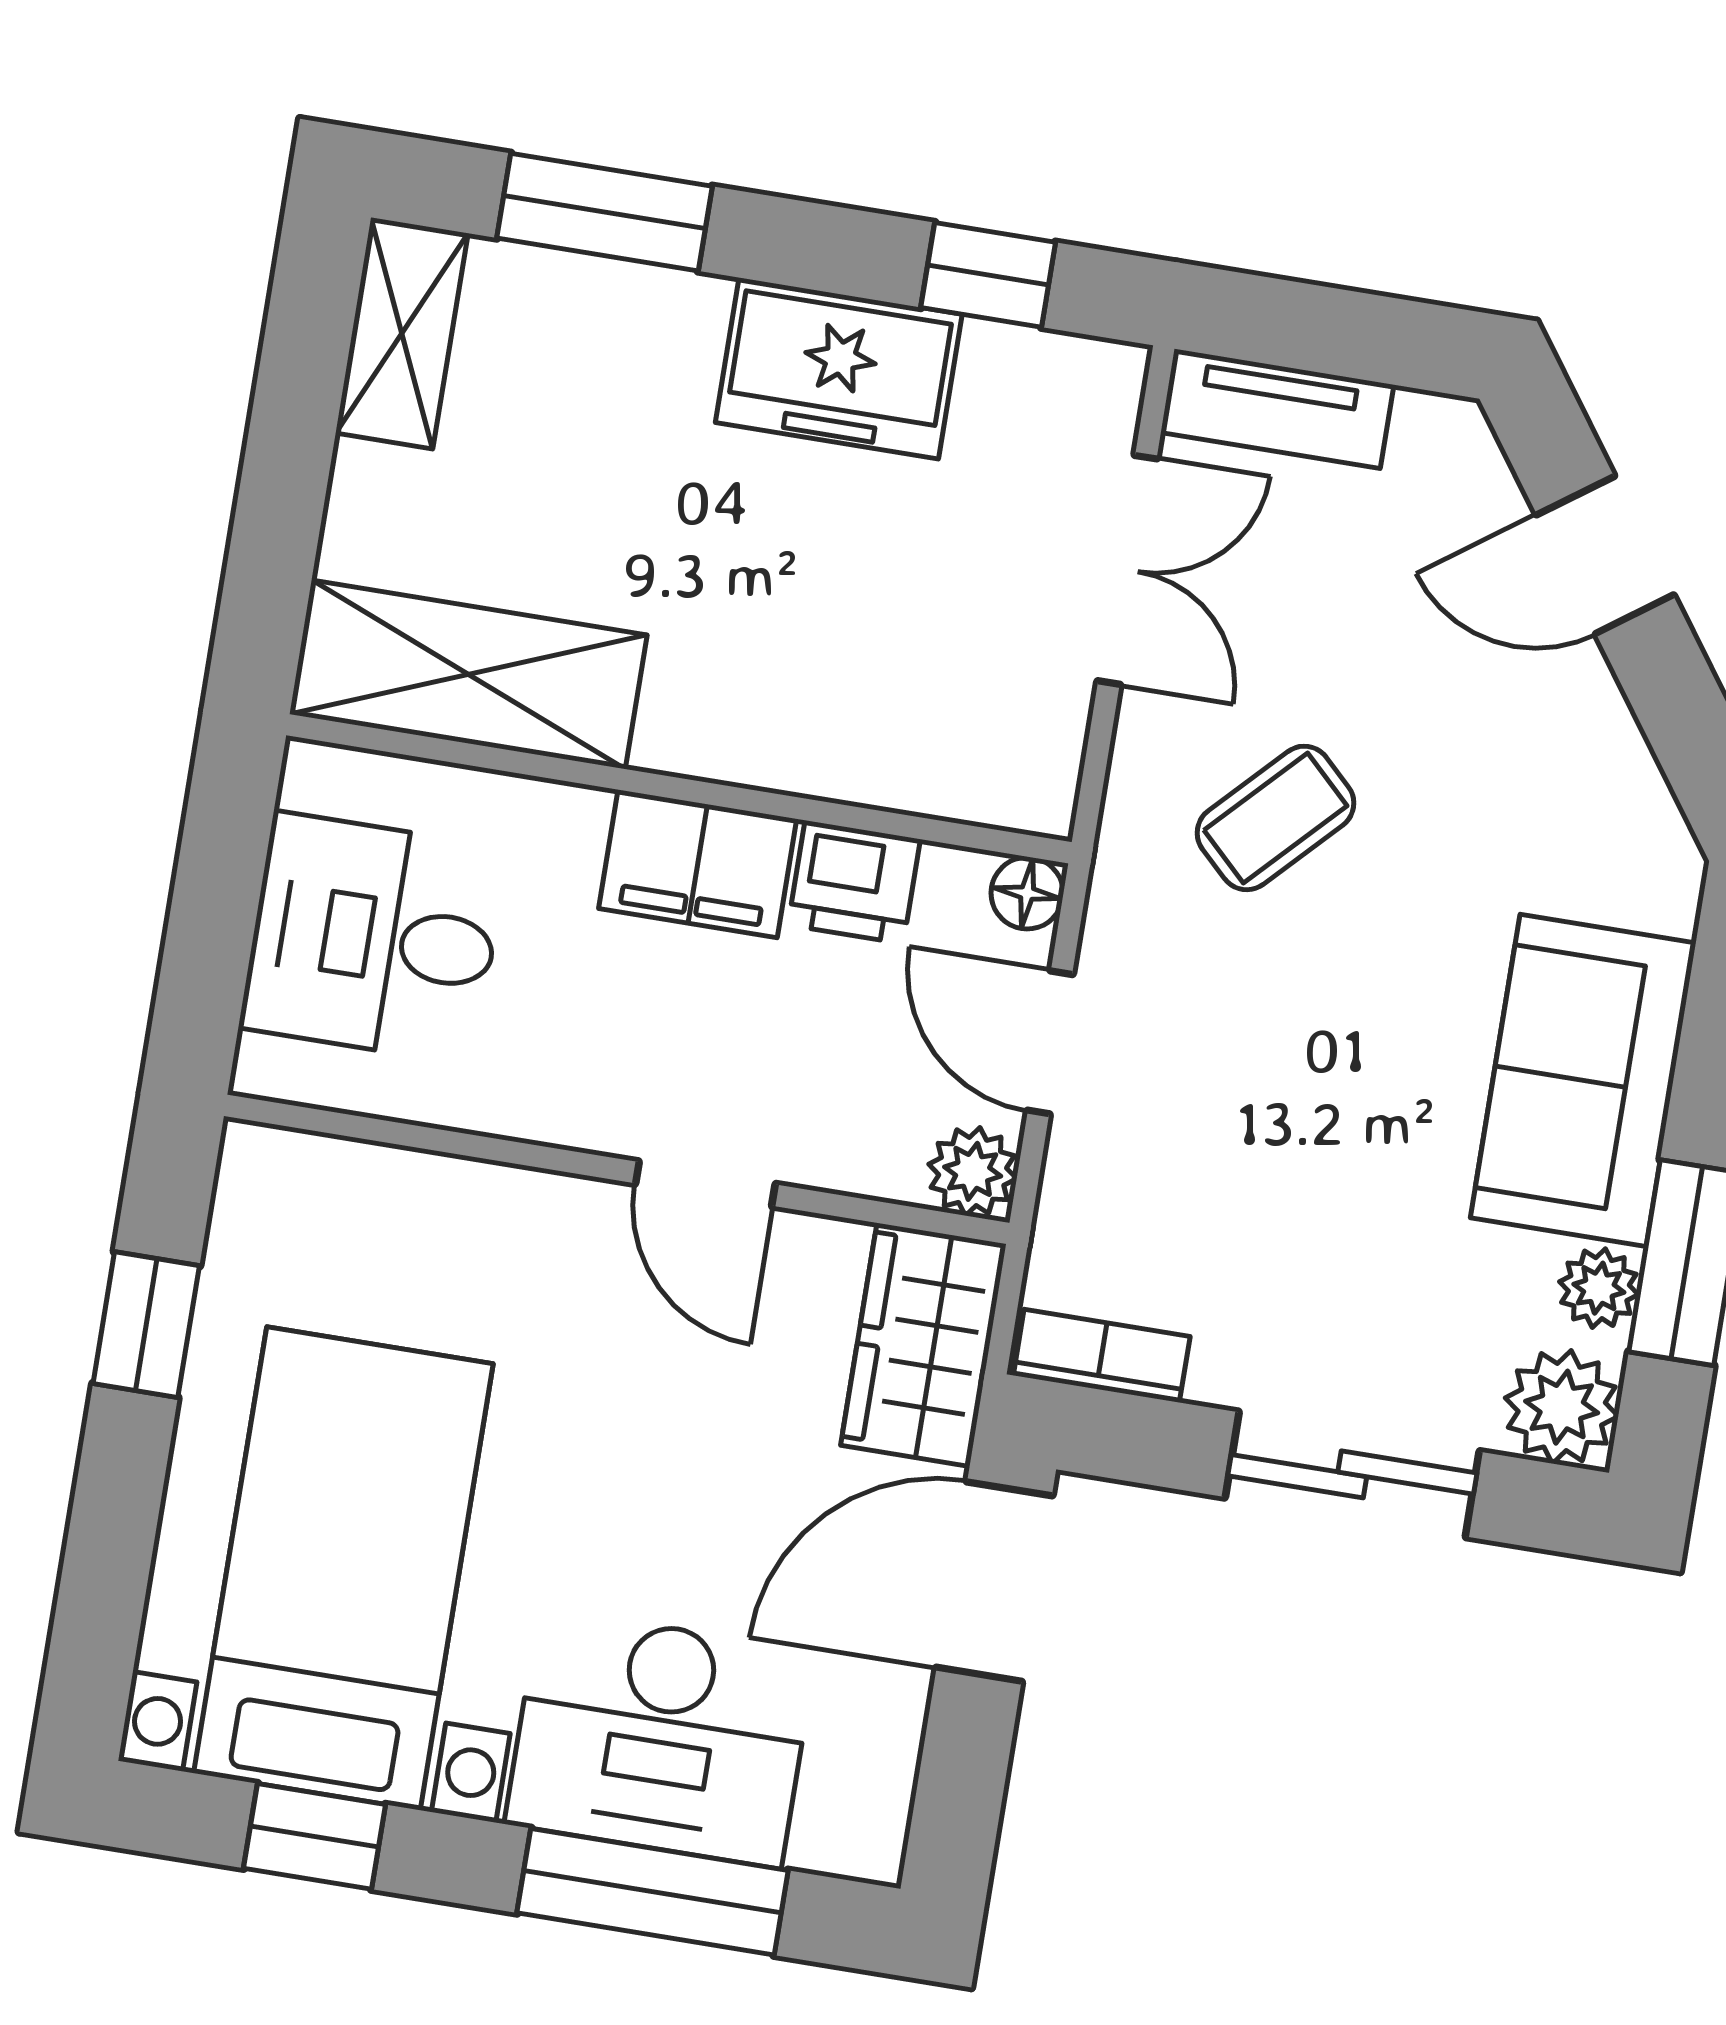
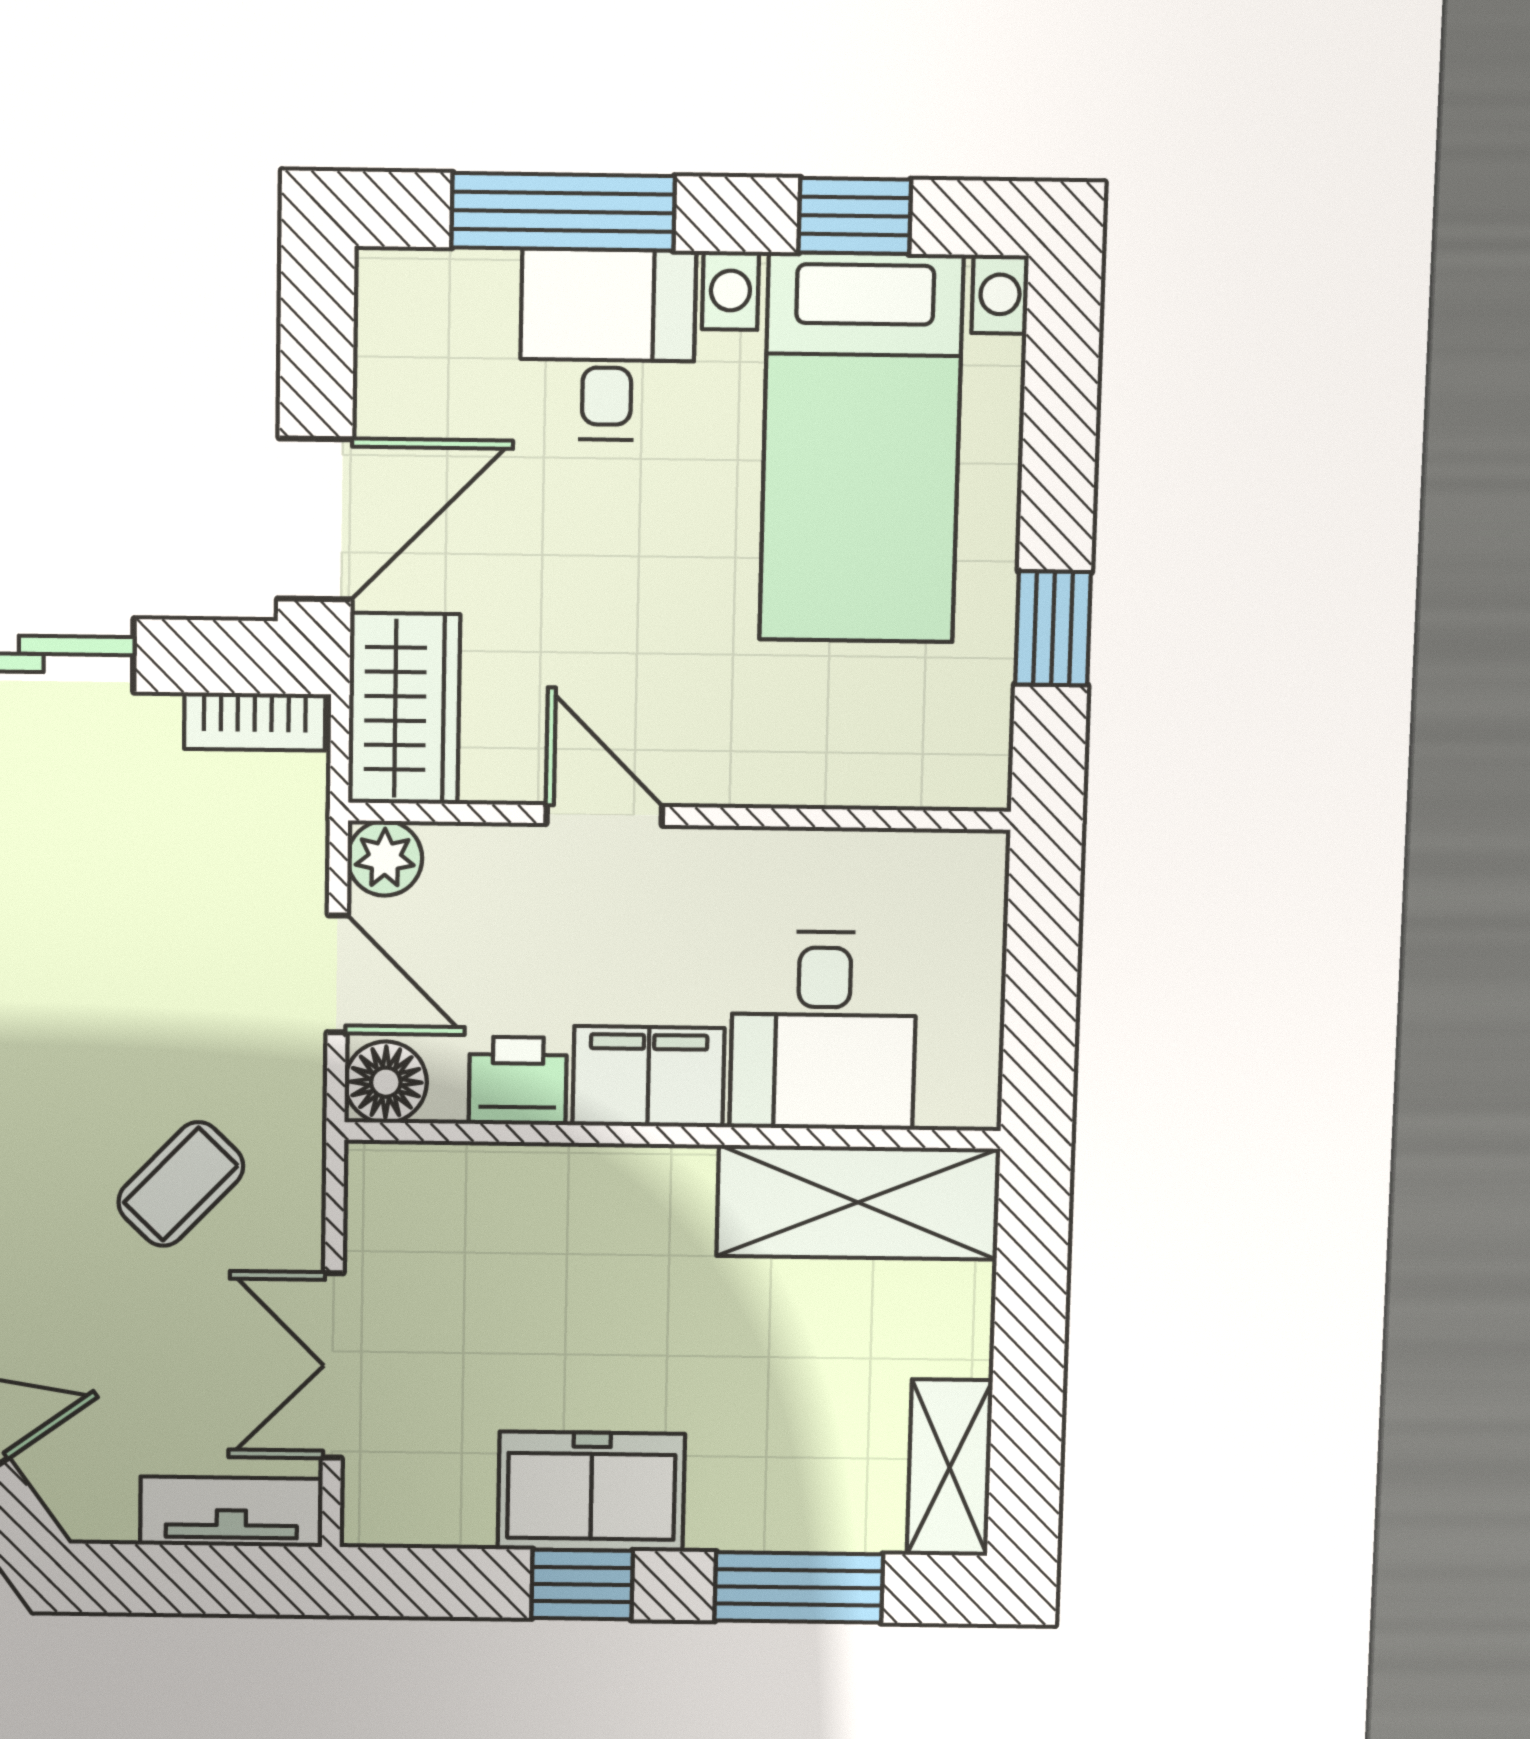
window: (988, 275) -> (582, 1585), moved
floor lamp: (1027, 893) -> (386, 1082), width x1.37, depth x1.37
desk: (374, 938) -> (823, 1031), moved, turned 90
desk: (660, 1738) -> (608, 345), width x0.73

